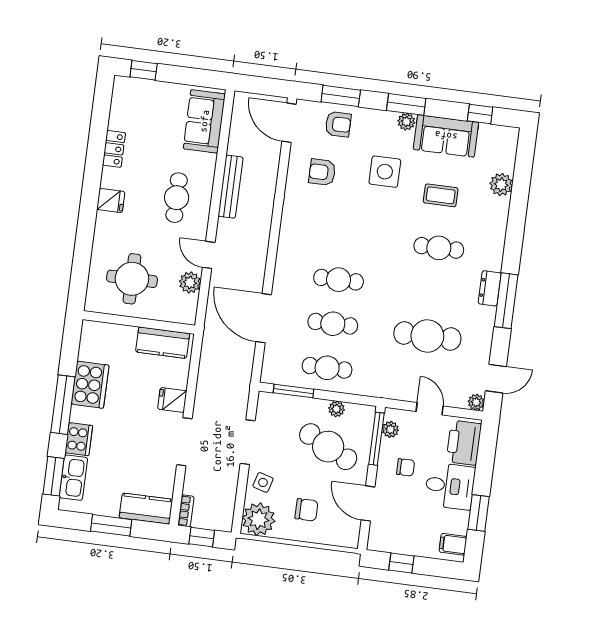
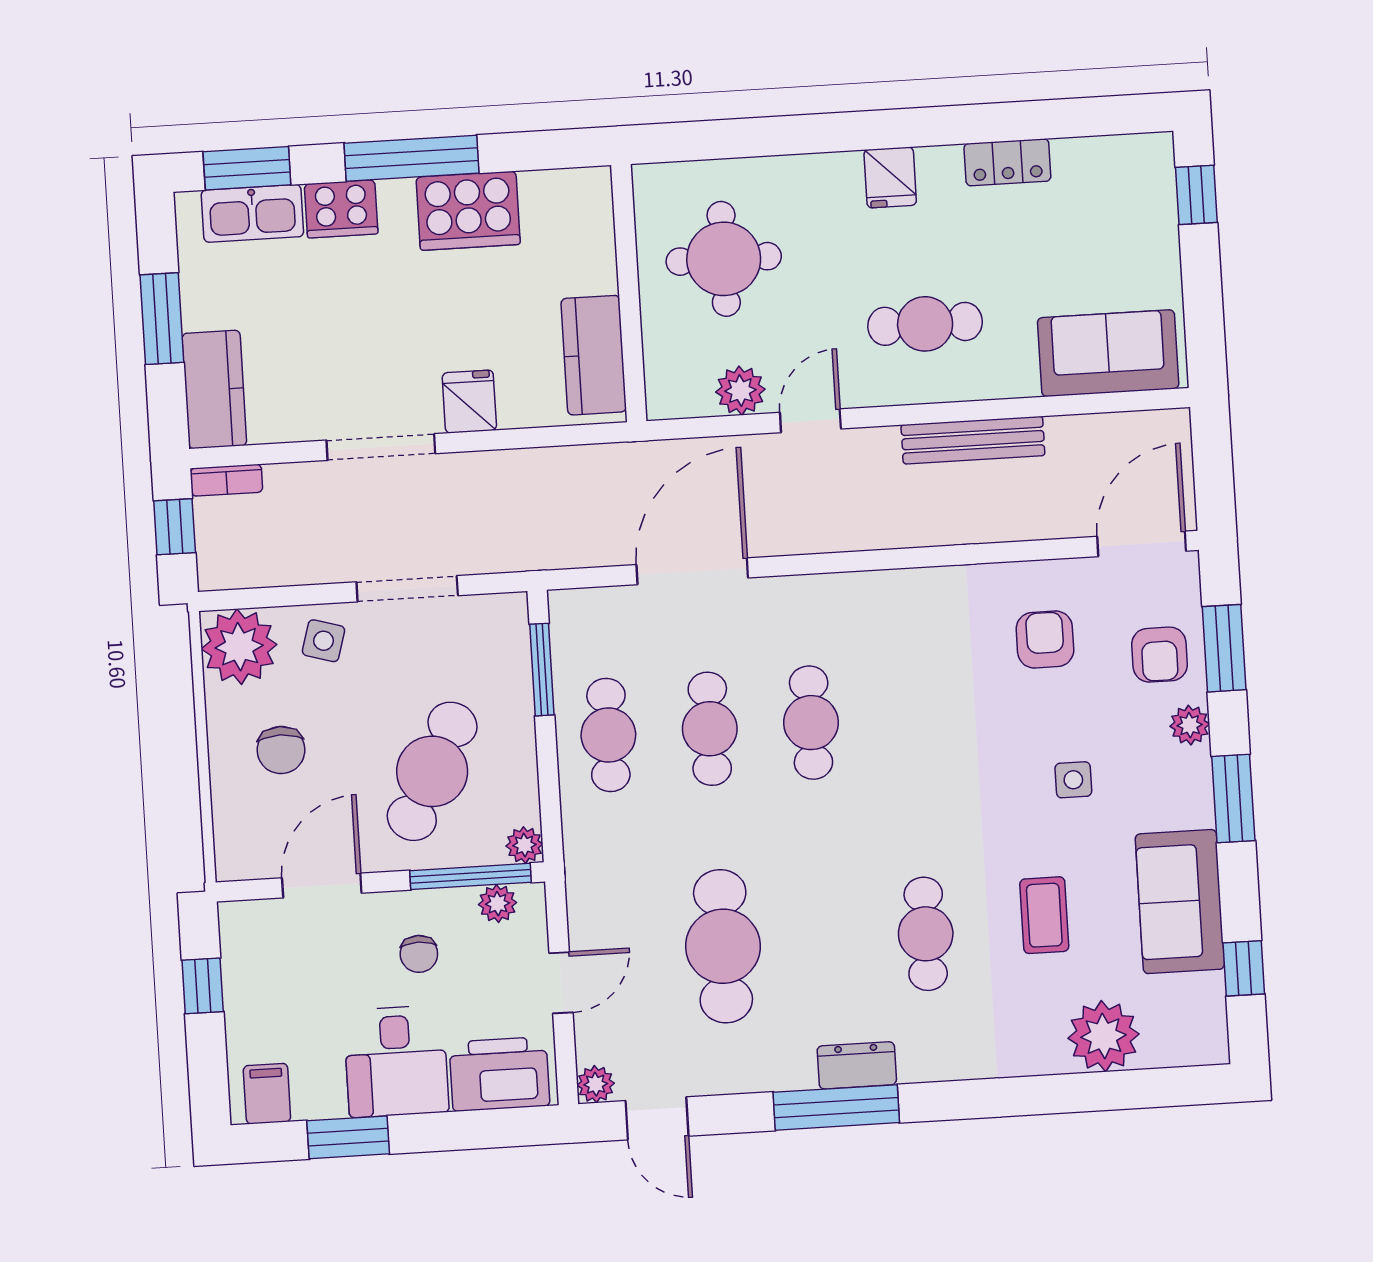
plant: (406, 122) -> (1190, 725), moved
side table: (385, 172) -> (1073, 780), width x0.54, depth x0.54
plant: (501, 185) -> (1104, 1036), width x1.36, depth x1.36
plant: (336, 409) -> (524, 845), moved

